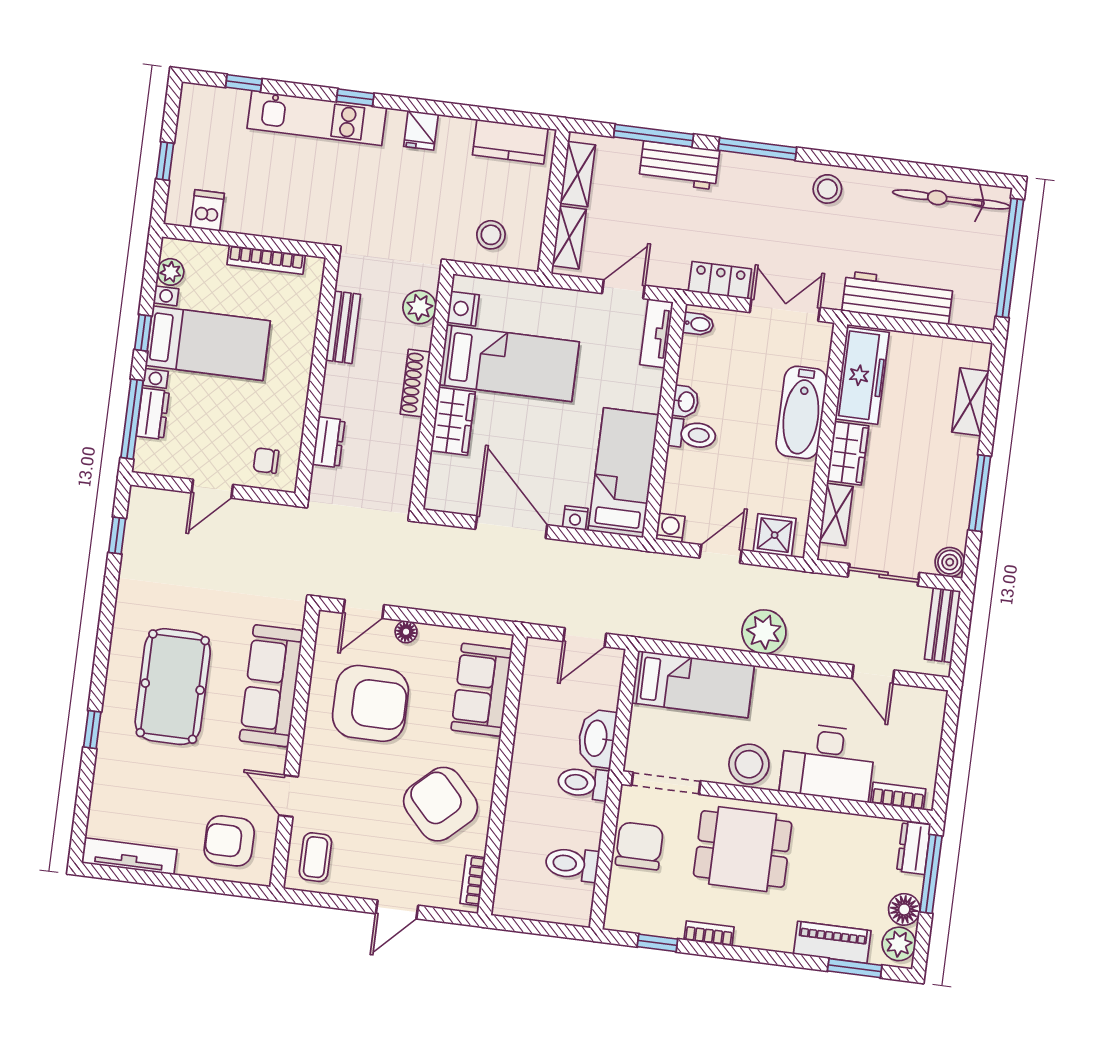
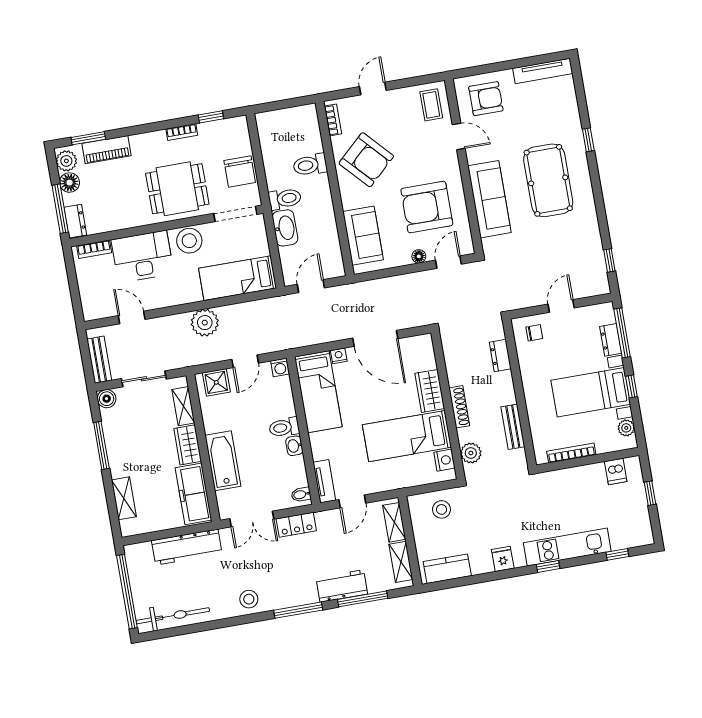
toilet: (572, 864) -> (310, 165), moved, turned 180

